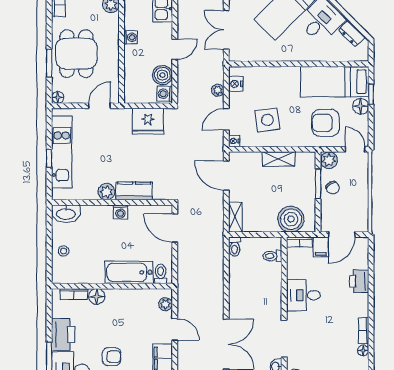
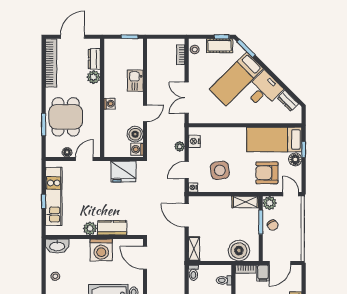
floor lamp: (58, 97) -> (67, 152), moved
shelving: (279, 159) -> (245, 202), moved
washing machine: (120, 212) -> (101, 250), width x1.89, depth x1.89

